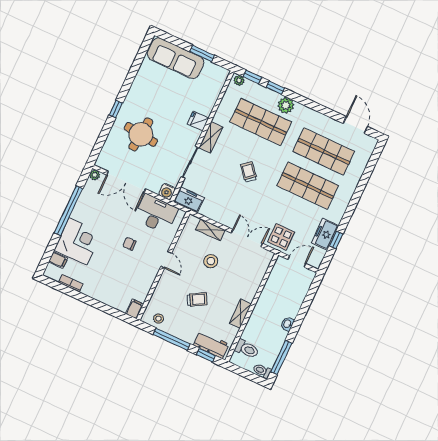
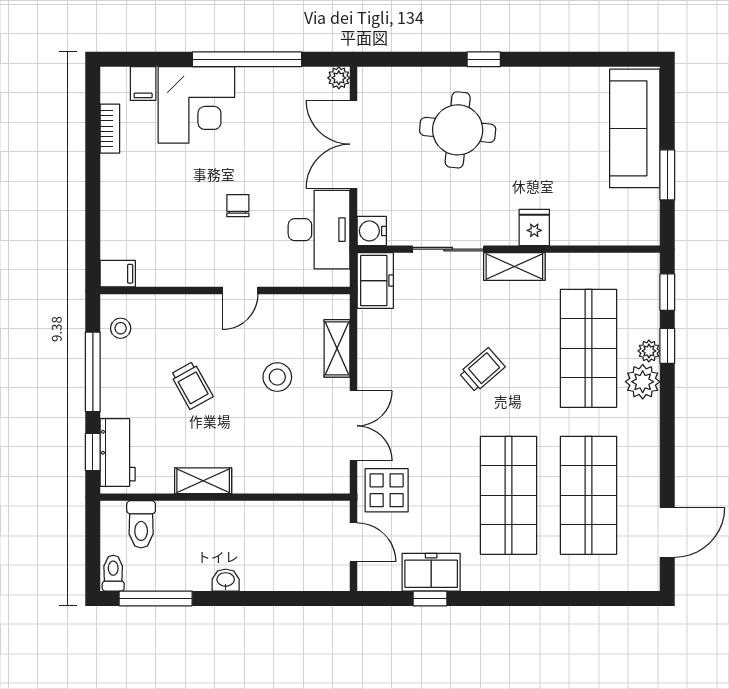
plant: (239, 80) -> (649, 351), moved

